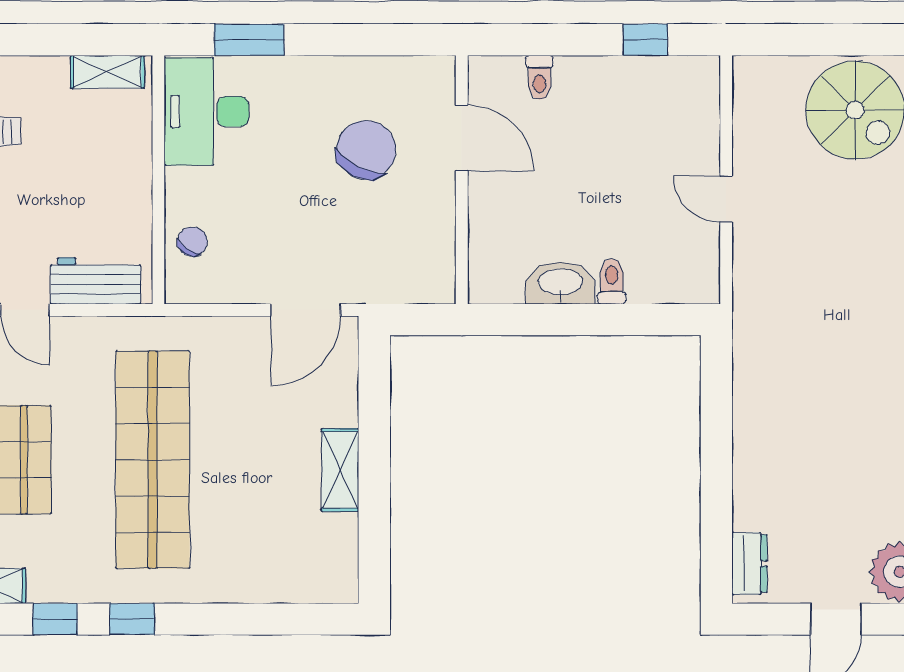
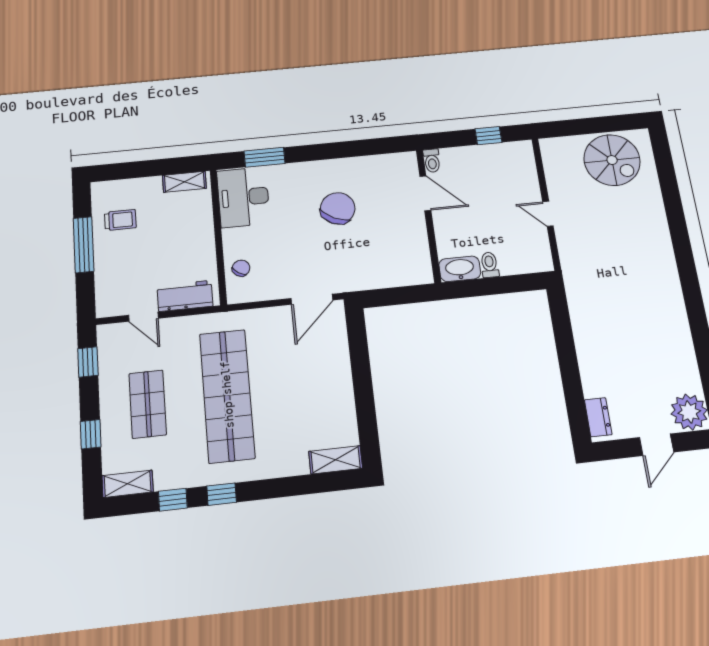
door: (462, 138) -> (425, 193), moved
wall: (462, 180) -> (428, 215), moved
shelving: (340, 470) -> (336, 460), moved, turned 90

